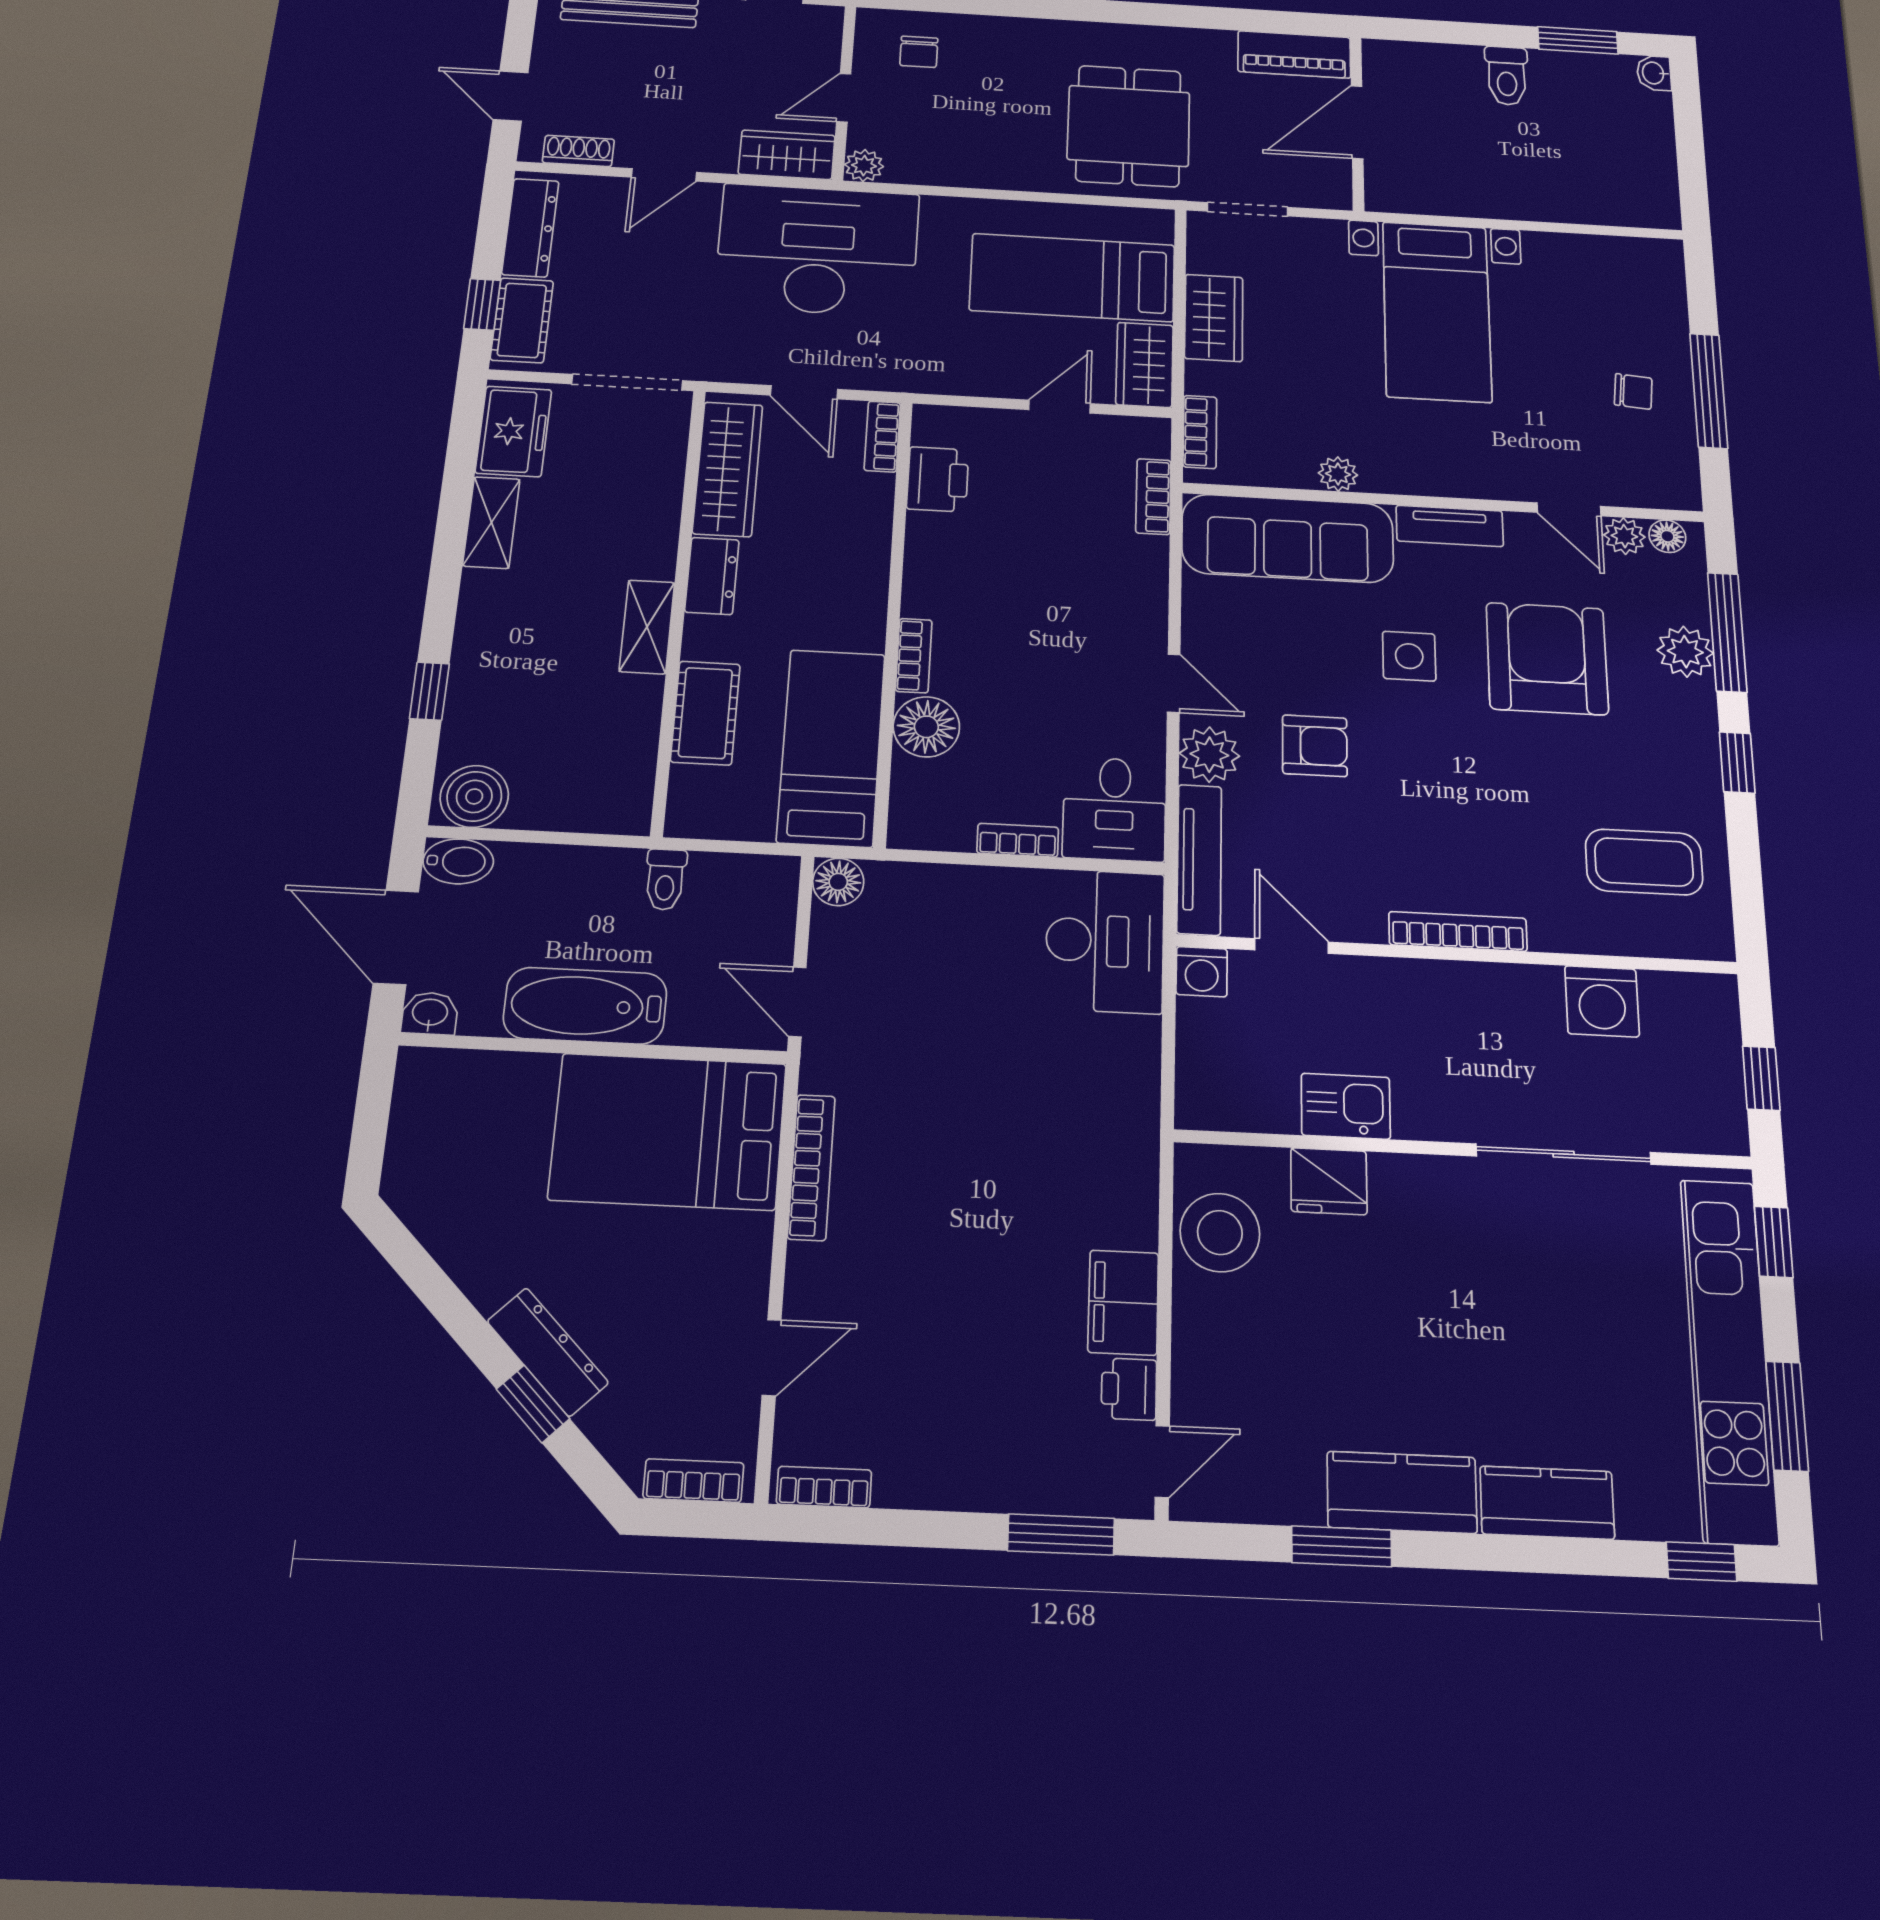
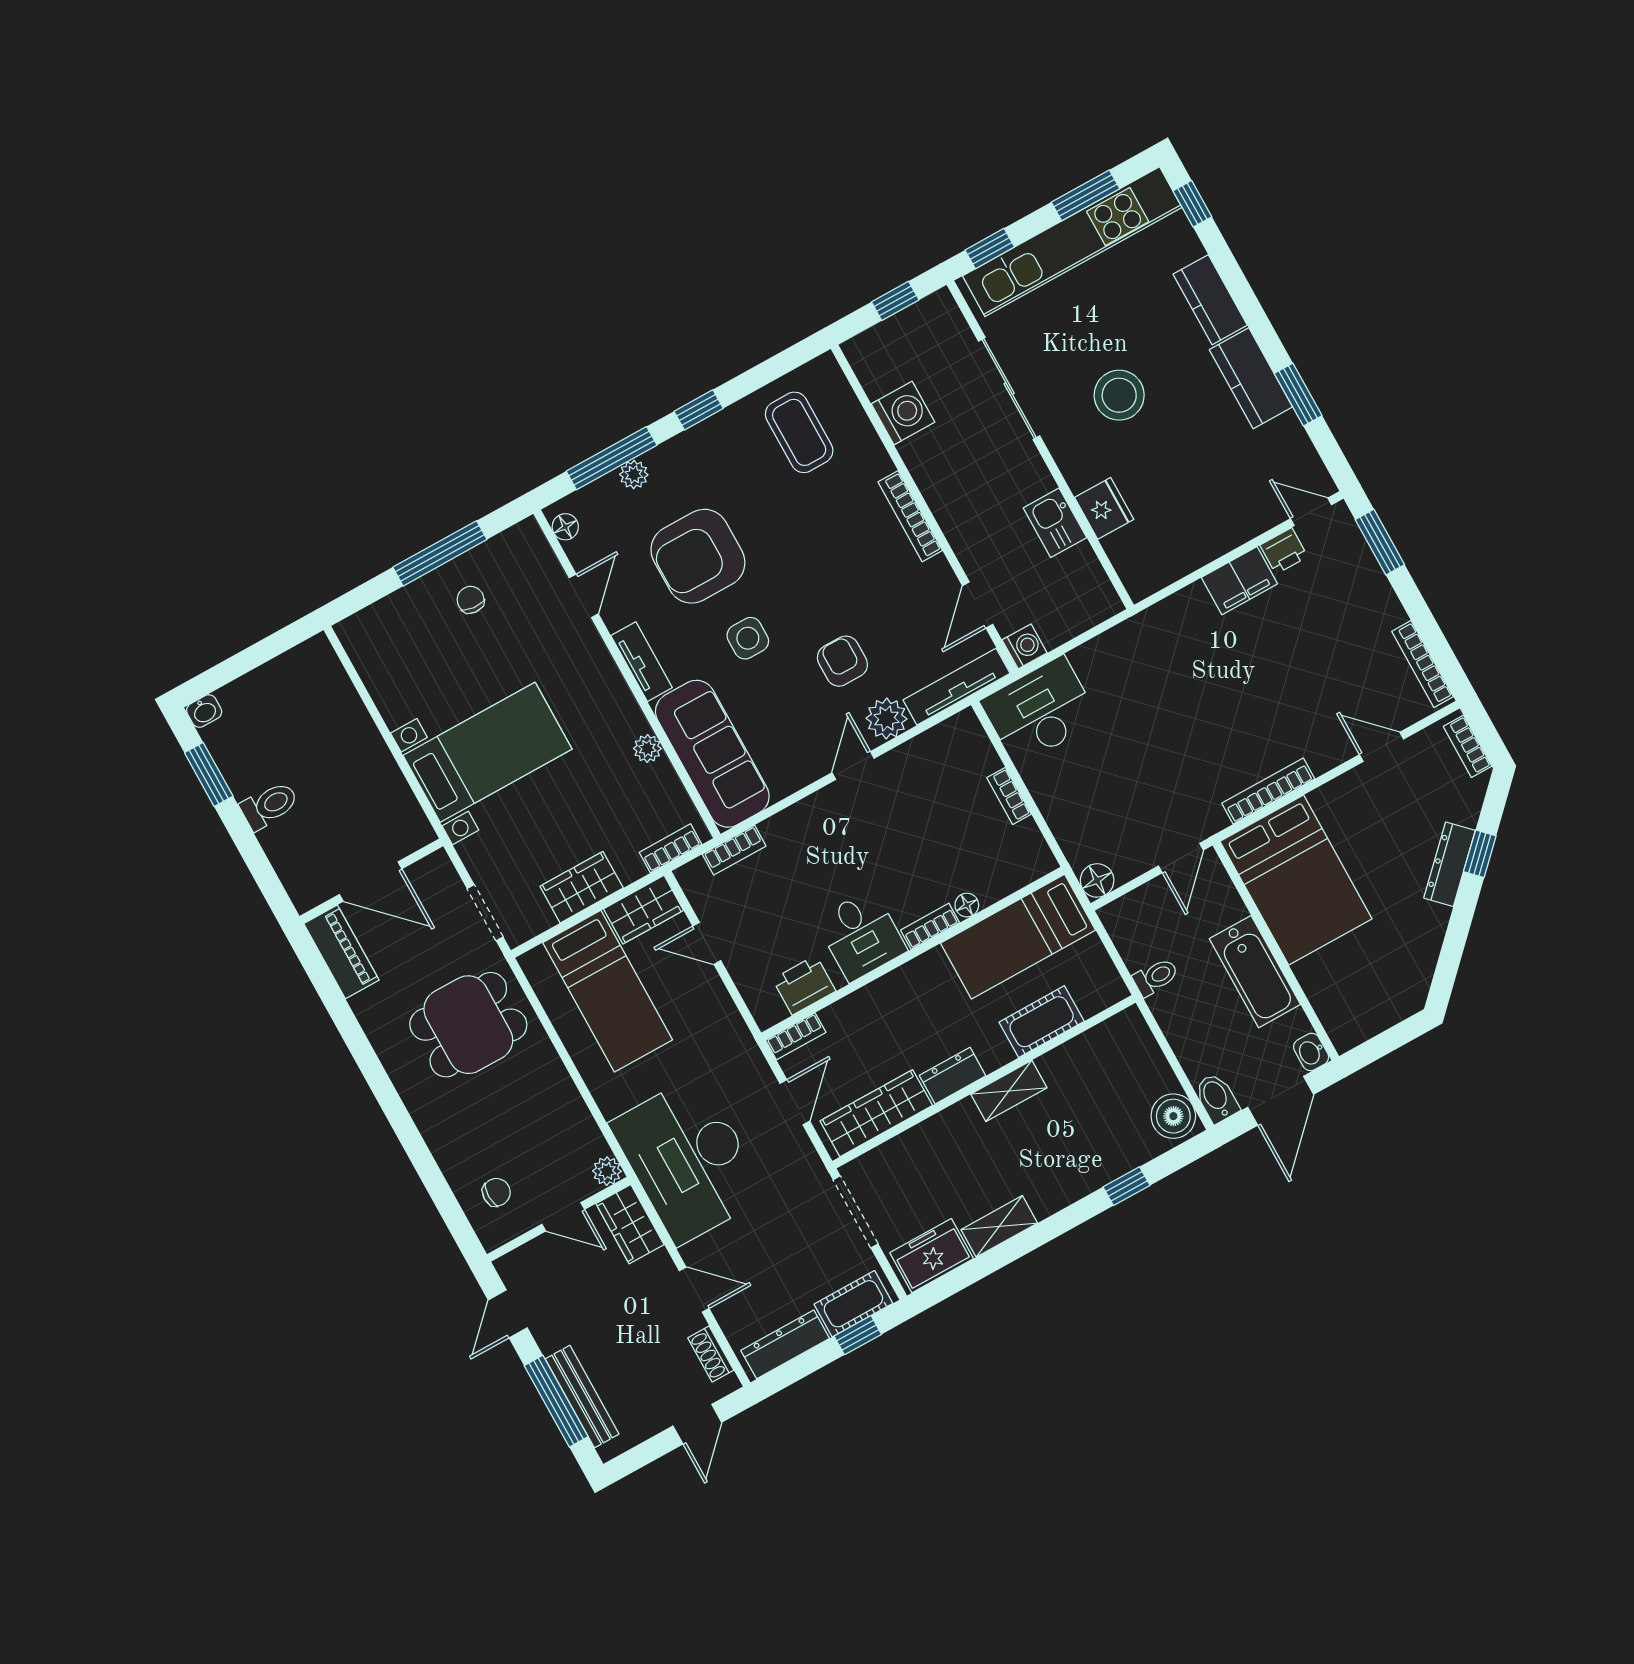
plant: (1624, 536) -> (582, 553), removed
plant: (1685, 652) -> (634, 475), width x0.73, depth x0.73
floor lamp: (926, 727) -> (967, 905), width x0.53, depth x0.53
desk: (1114, 809) -> (861, 935), moved, turned 90
stool: (1220, 1233) -> (1119, 395), moved
bookcase: (824, 1487) -> (1422, 664), width x1.56

